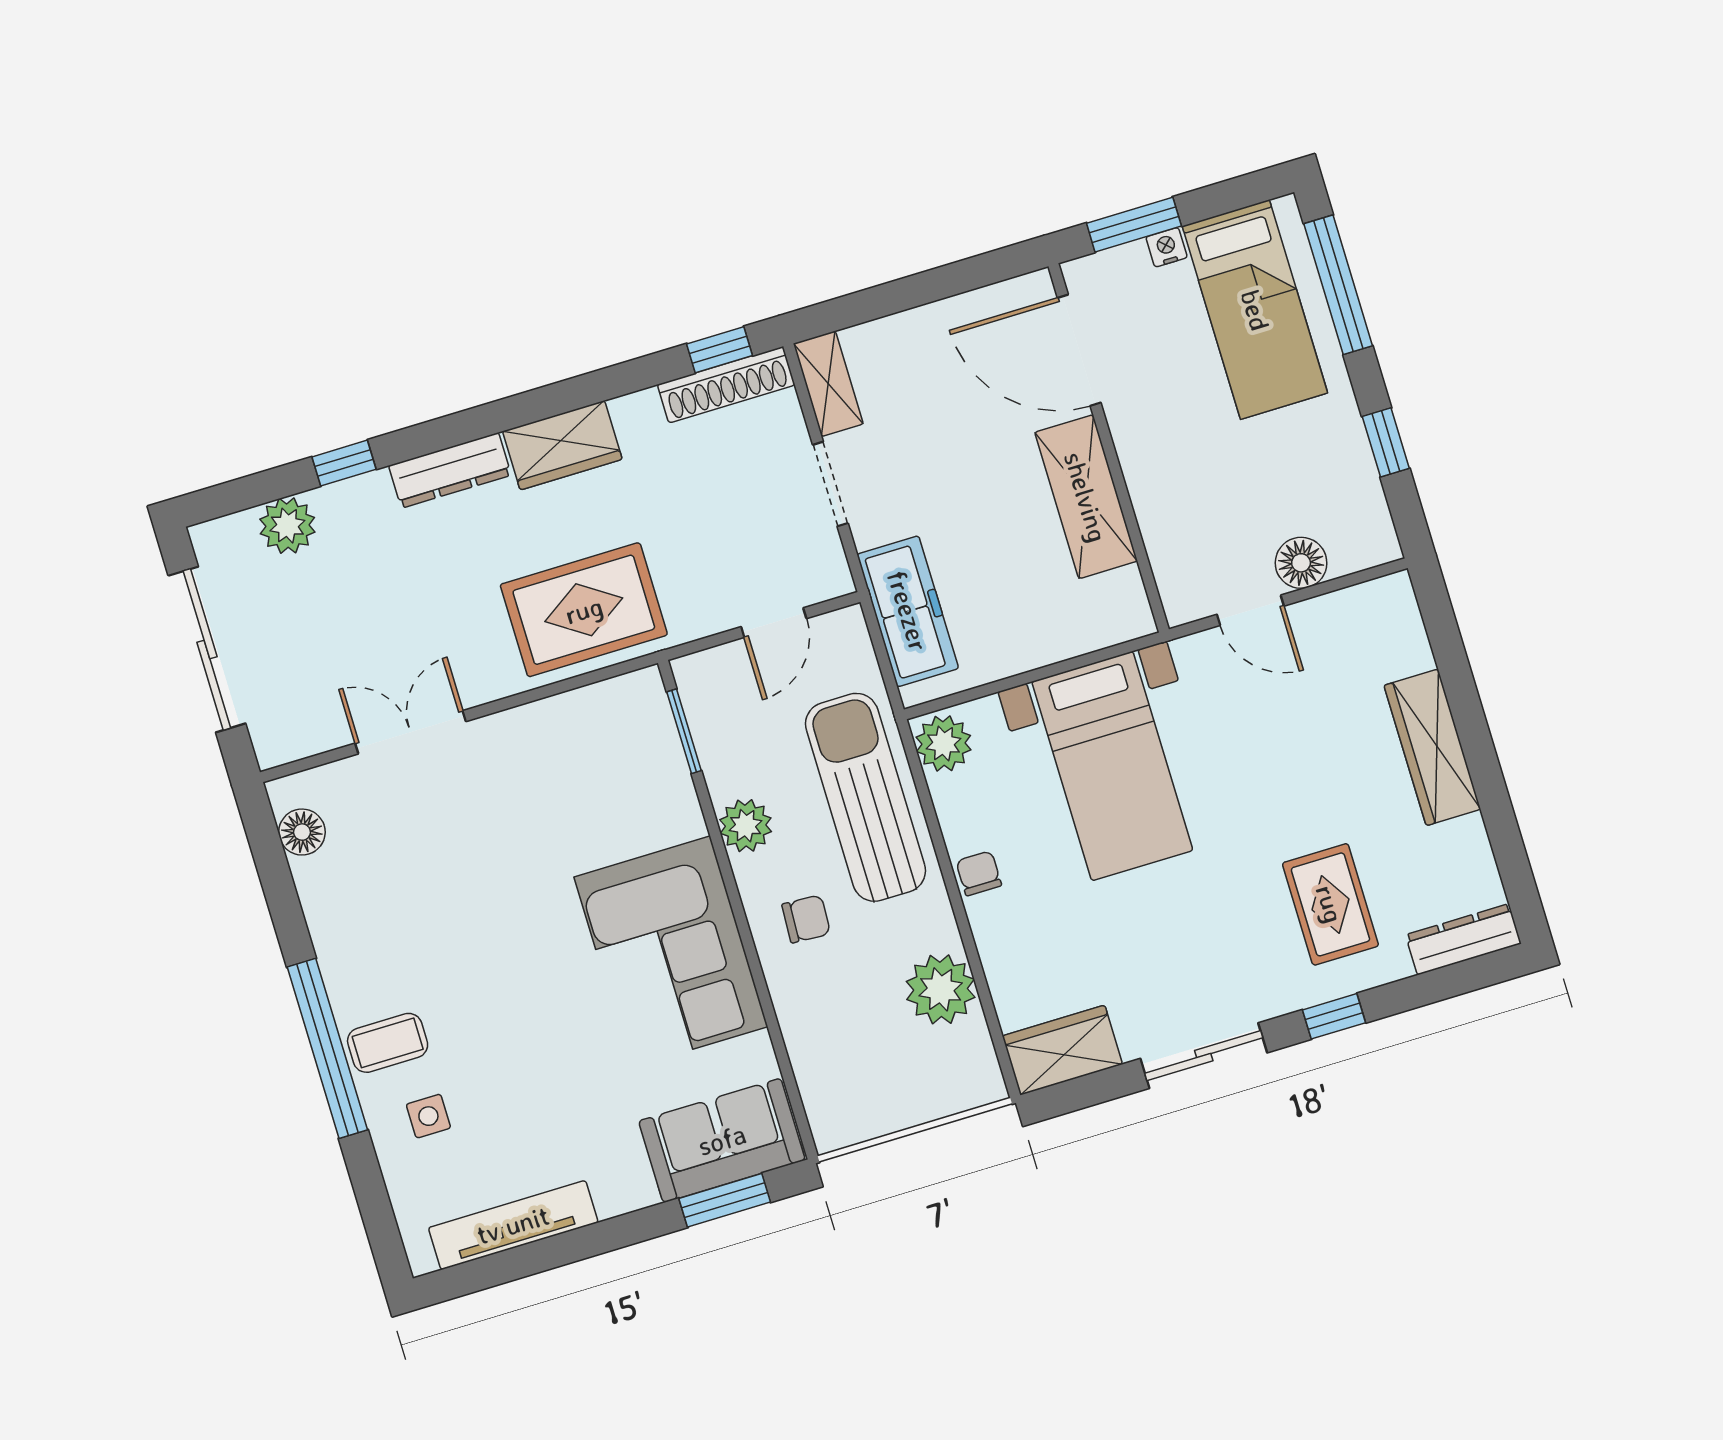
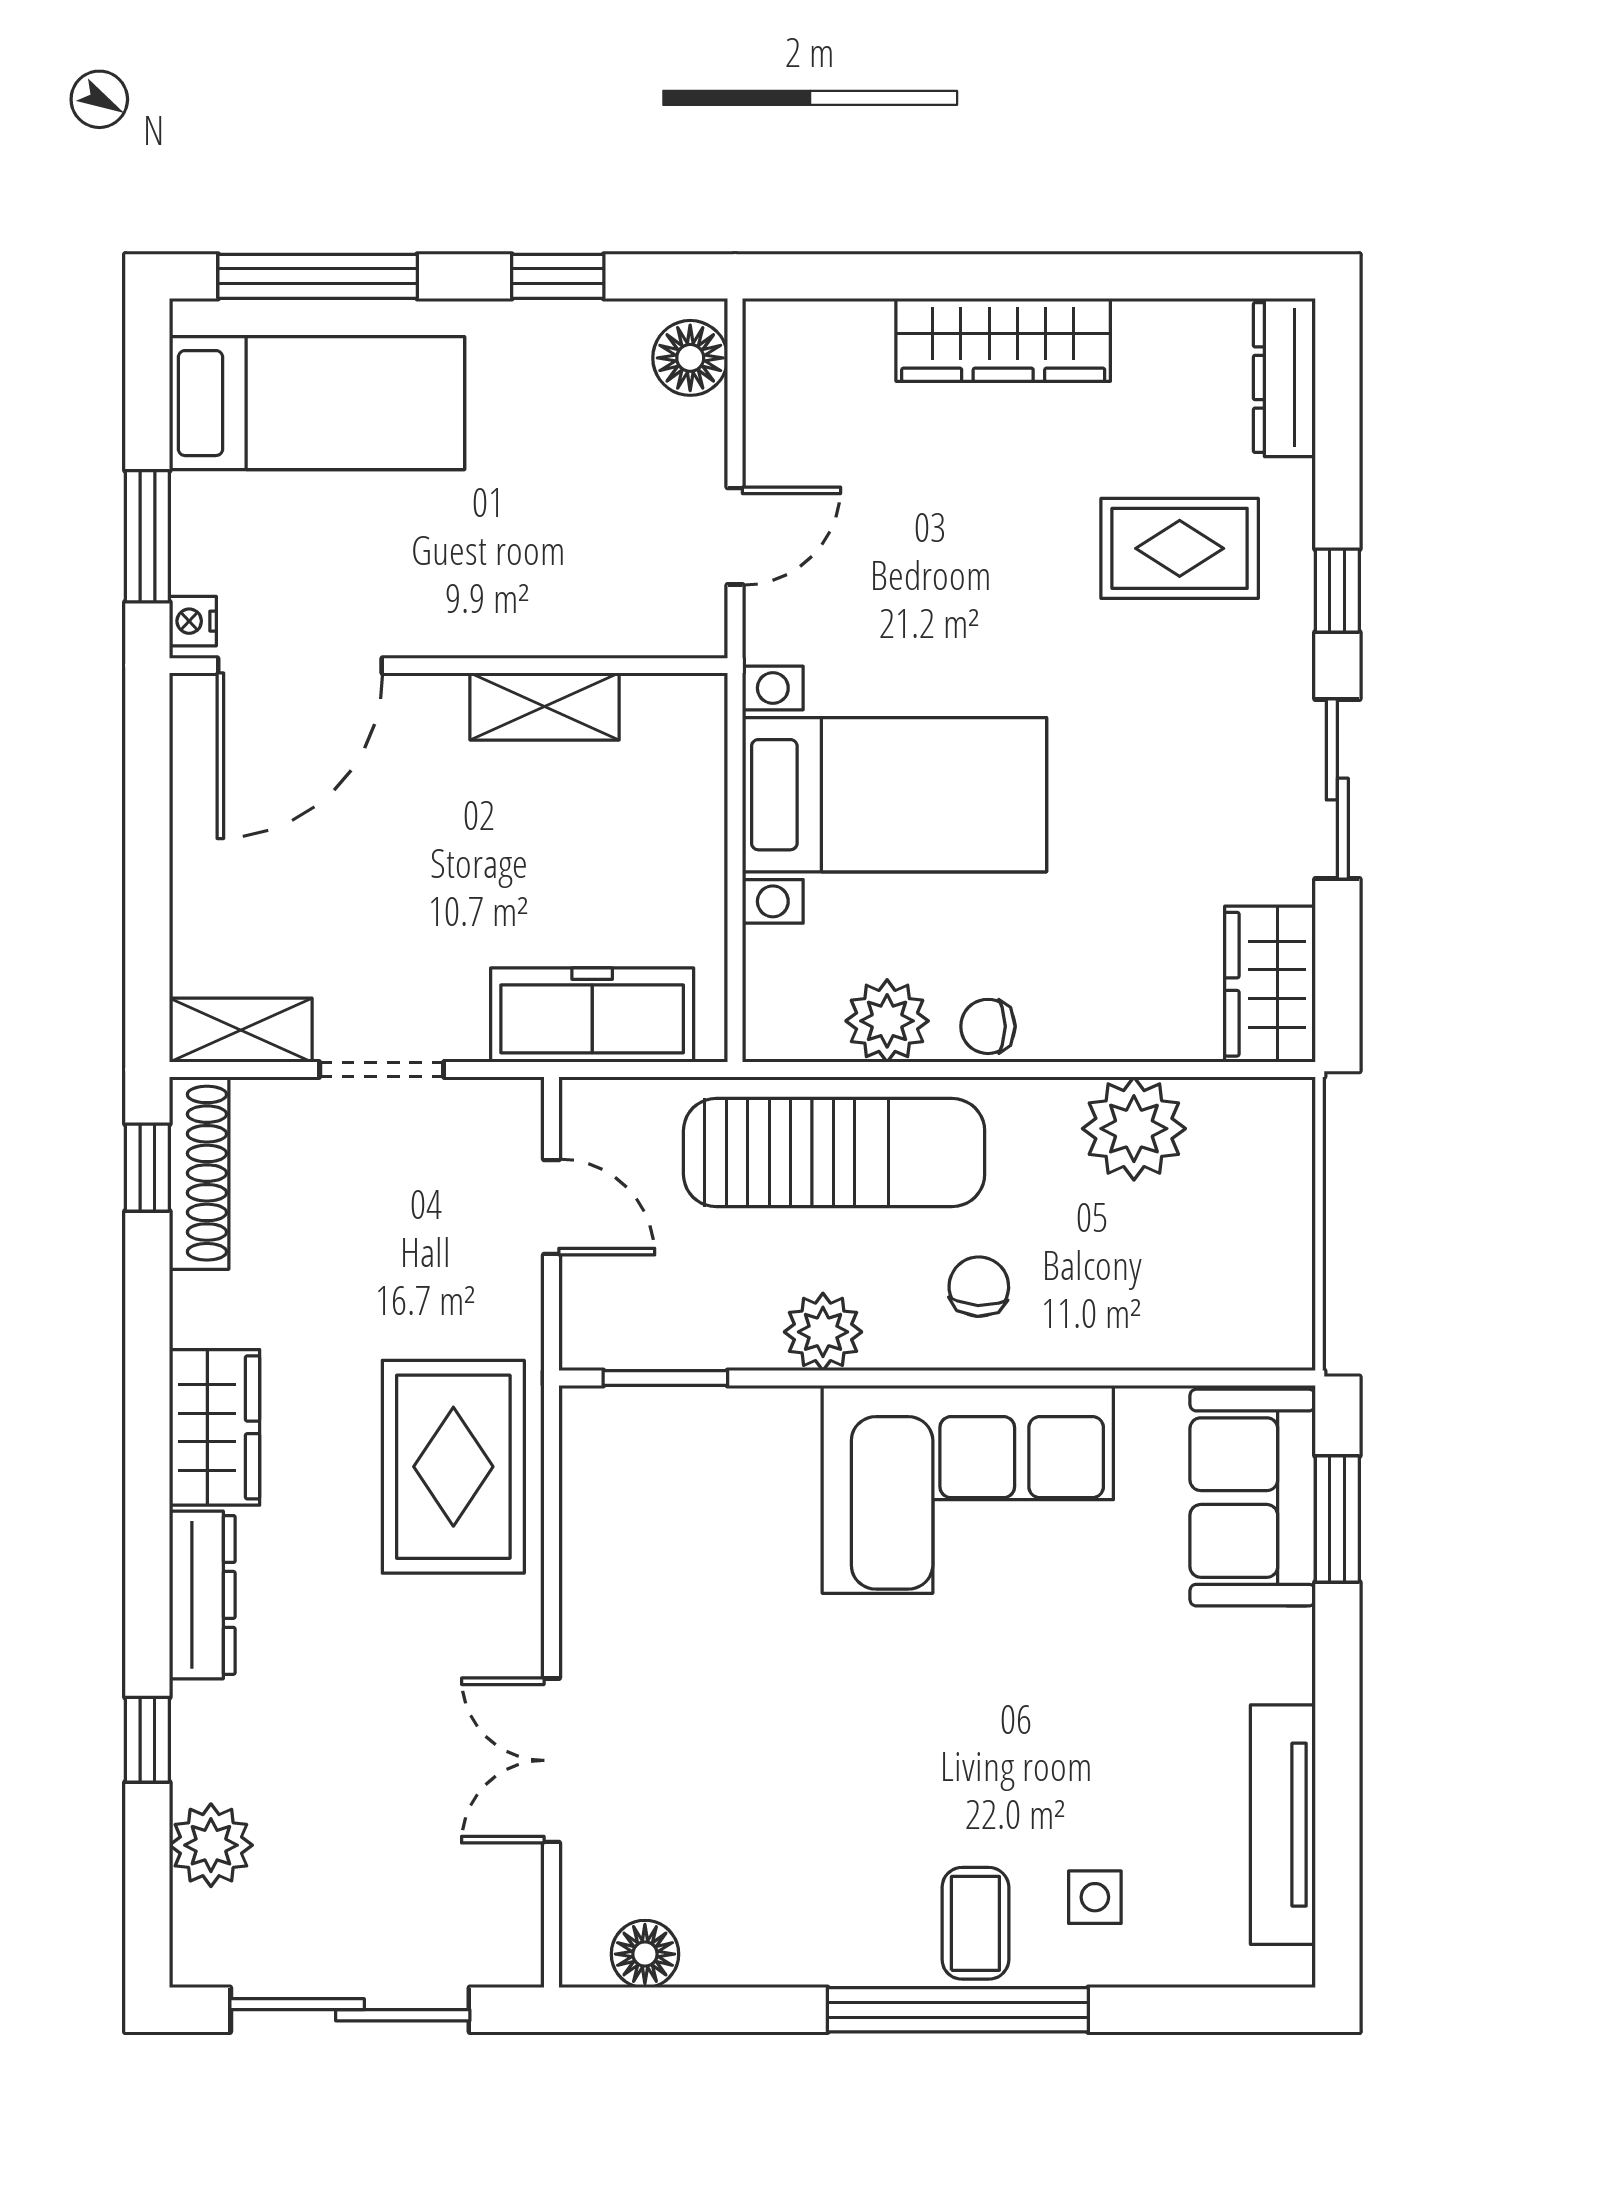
nightstand: (1167, 247) -> (193, 621), moved
shelving: (1086, 497) -> (545, 707), width x0.67, depth x0.75
floor lamp: (1301, 563) -> (690, 358), moved
plant: (944, 744) -> (887, 1021), moved
sun lounger: (865, 797) -> (834, 1153), turned 180

